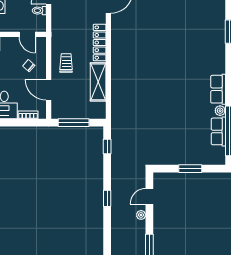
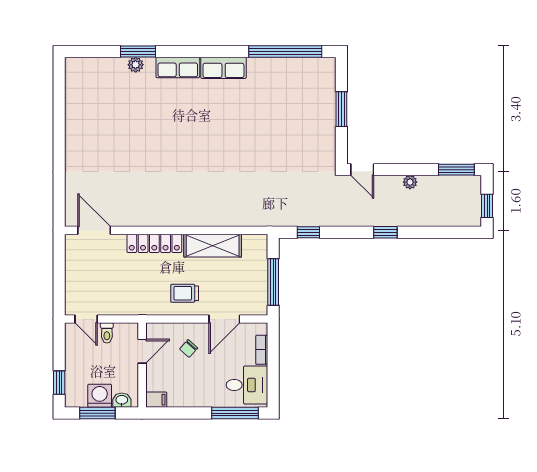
plant: (220, 111) -> (136, 65), moved
row of seats: (218, 131) -> (178, 67), moved
door: (149, 196) -> (362, 170), moved

